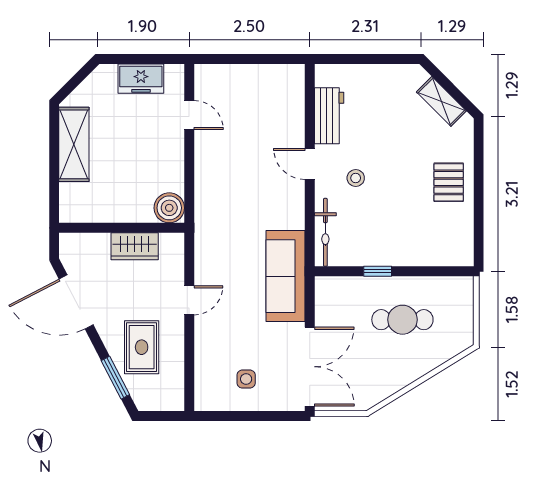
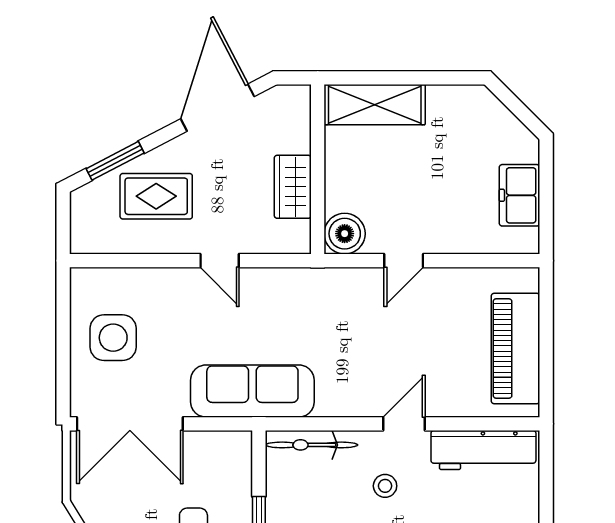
piano: (254, 82) -> (516, 349), added
door: (189, 115) -> (404, 261), moved
workbench: (329, 116) -> (483, 450), width x1.37
shelving: (74, 144) -> (375, 105), moved
side table: (246, 379) -> (113, 338), width x1.87, depth x1.87

